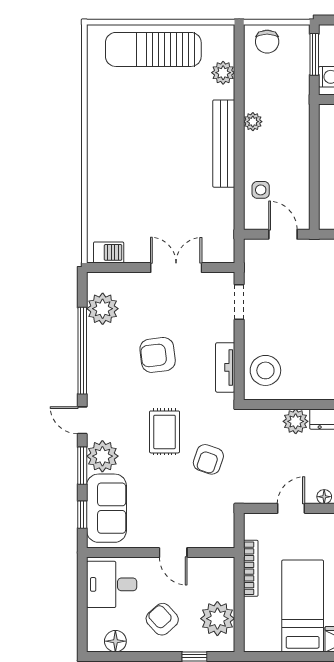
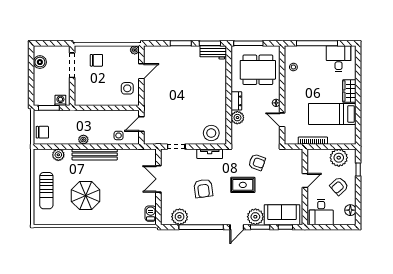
sun lounger: (153, 49) -> (46, 191), width x0.73, depth x0.75
parasol: (144, 126) -> (86, 196), added

